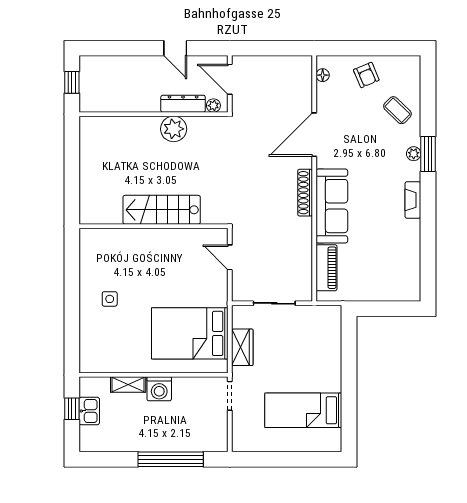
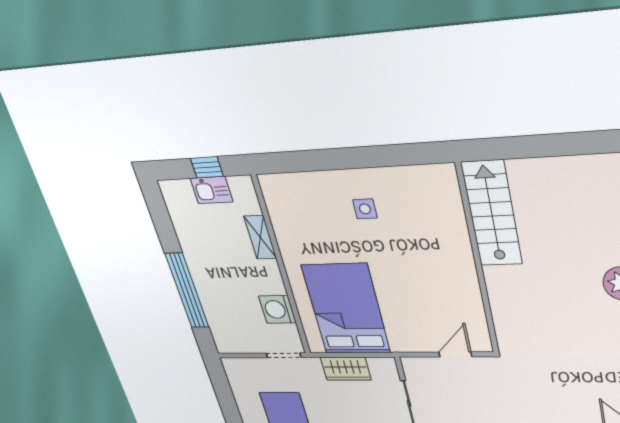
stairs: (162, 210) -> (492, 214), moved
washing machine: (159, 389) -> (277, 309), moved

